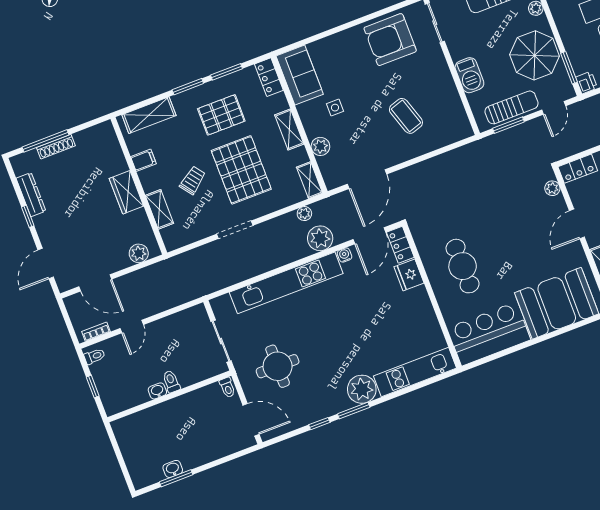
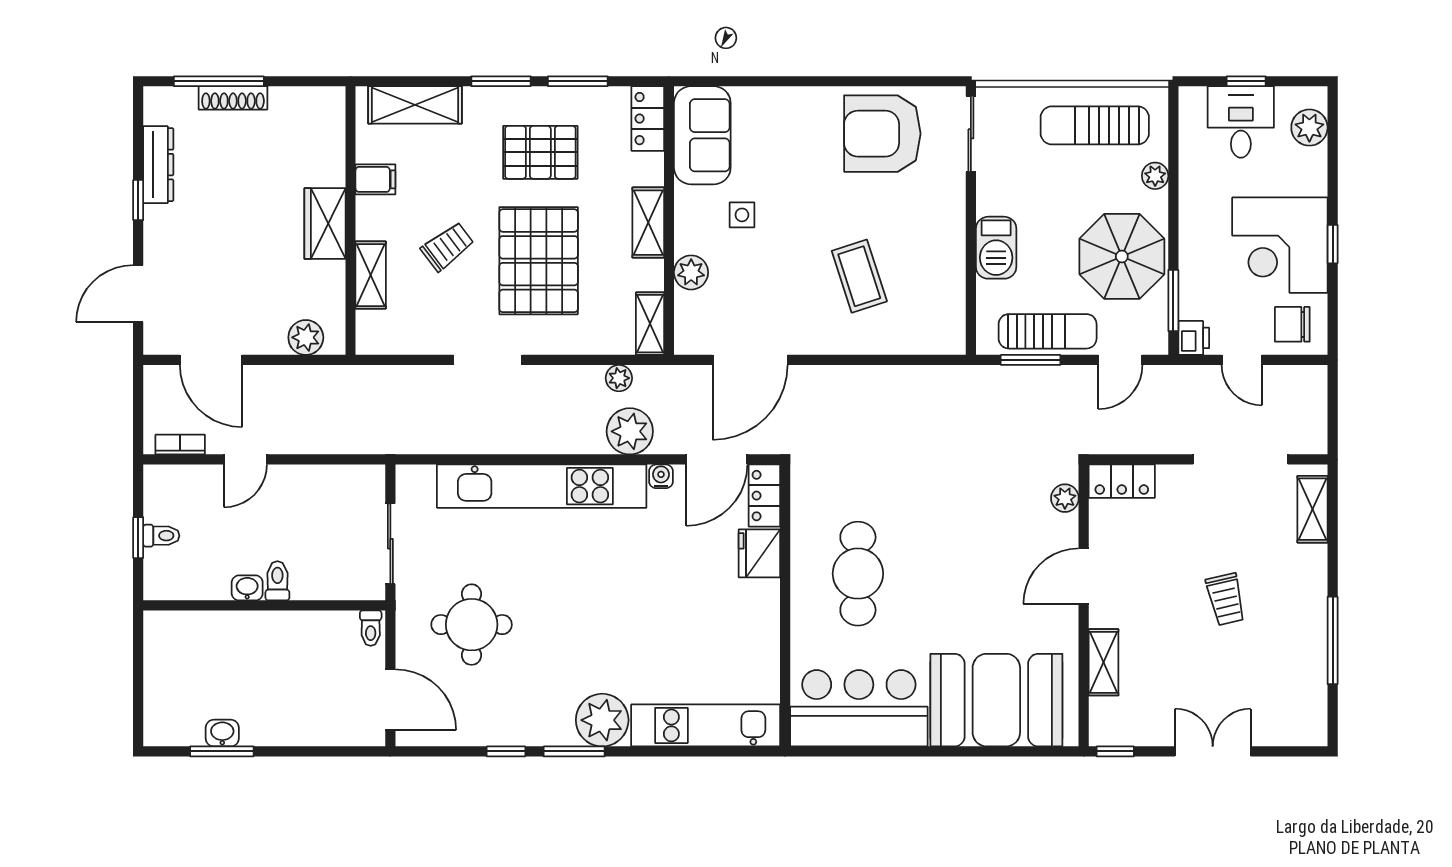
toilet: (94, 356) -> (161, 536), moved

